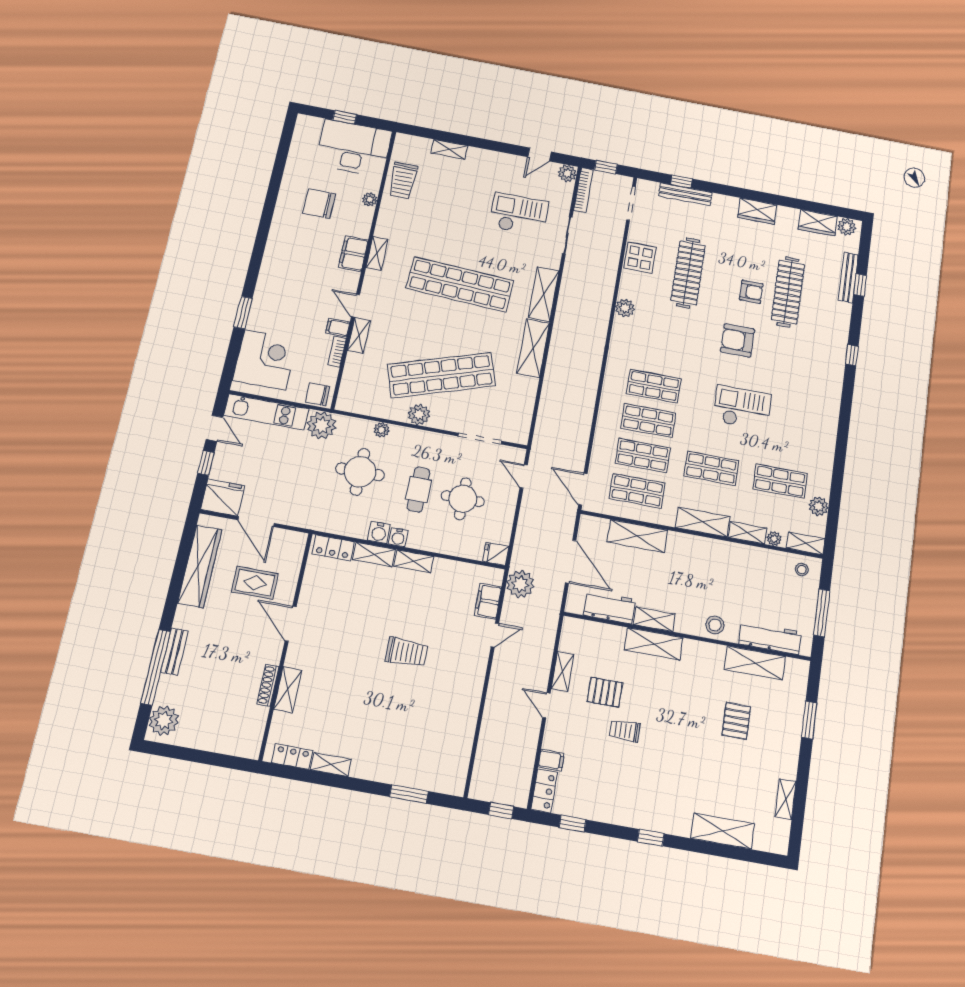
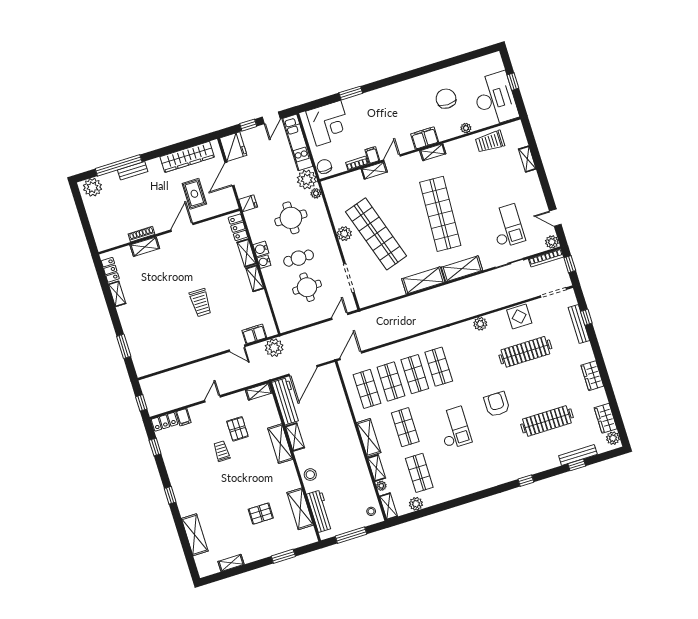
armchair: (751, 292) -> (534, 398), removed
plant: (382, 430) -> (316, 193), moved
shelving: (637, 536) -> (339, 403), removed
fridge: (496, 554) -> (248, 203), moved, turned 90
workbench: (610, 607) -> (286, 401), width x1.38
shelving: (563, 671) -> (259, 391), moved

